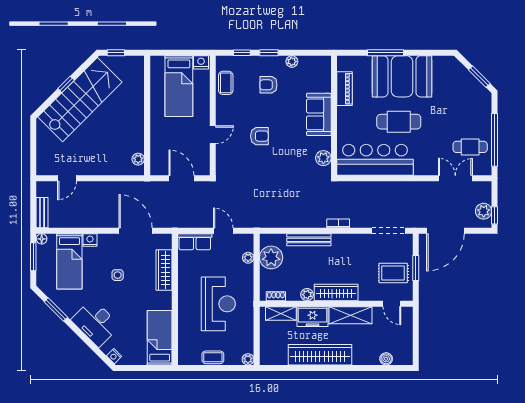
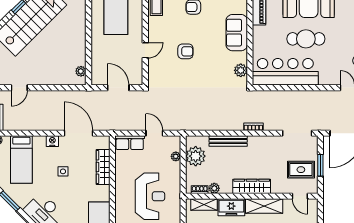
nightstand: (90, 240) -> (52, 141), moved
plant: (307, 295) -> (214, 188), moved

